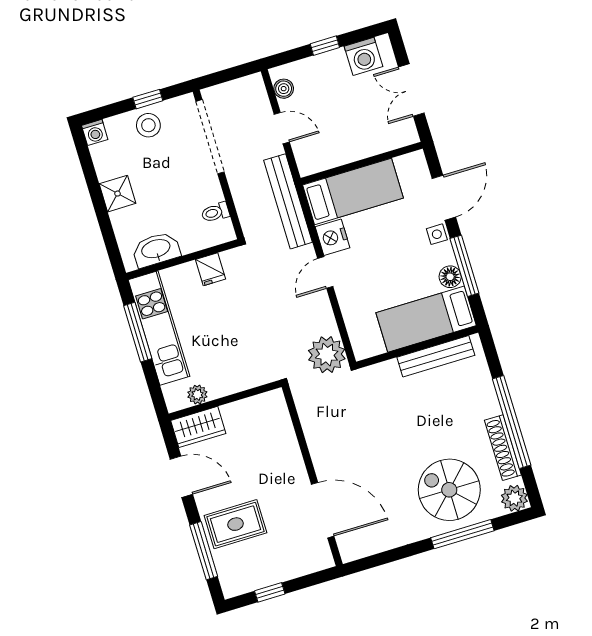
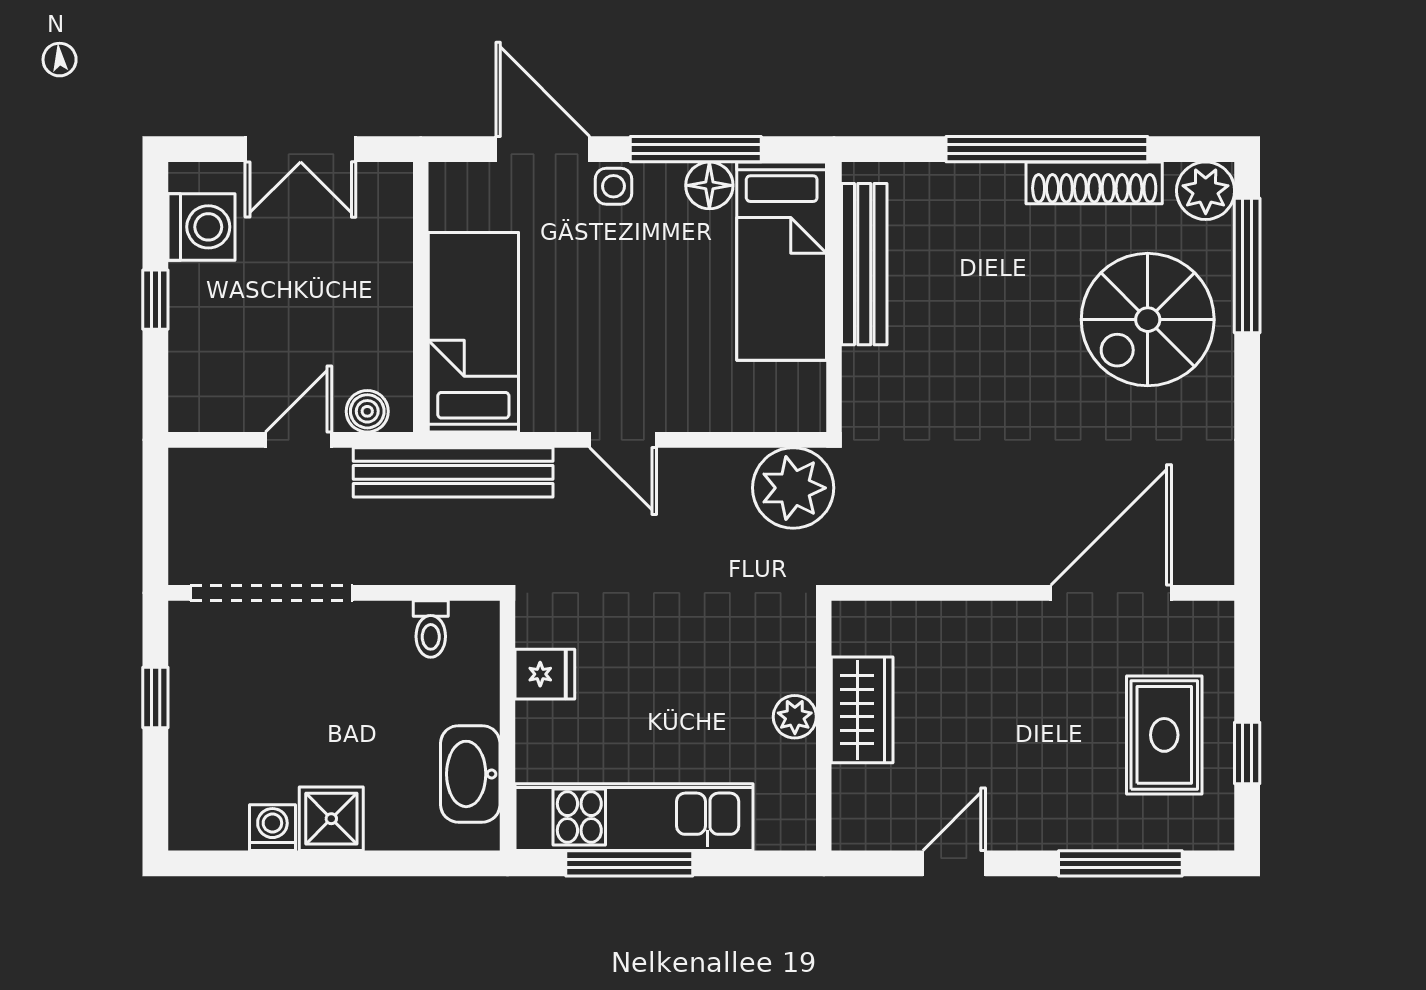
boiler: (284, 89) -> (367, 411), moved
stool: (148, 125) -> (210, 713), removed
washing machine: (95, 132) -> (272, 828), moved, turned -90
nightstand: (333, 237) -> (555, 403), removed
plant: (197, 395) -> (795, 717), moved
wardrobe: (198, 427) -> (862, 710), moved
door: (181, 477) -> (954, 863), width x0.73
rug: (235, 524) -> (1164, 735), moved
window: (462, 534) -> (1247, 266), moved

